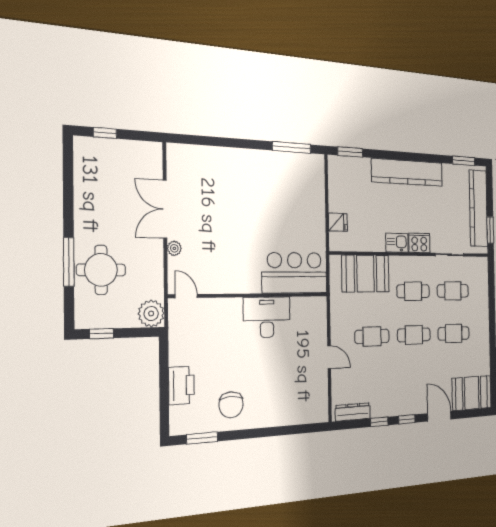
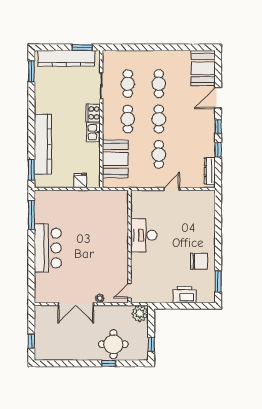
kitchen counter: (407, 172) -> (43, 144), moved
window: (69, 262) -> (109, 363), width x0.46
bar counter: (295, 273) -> (48, 248), moved, turned 180

